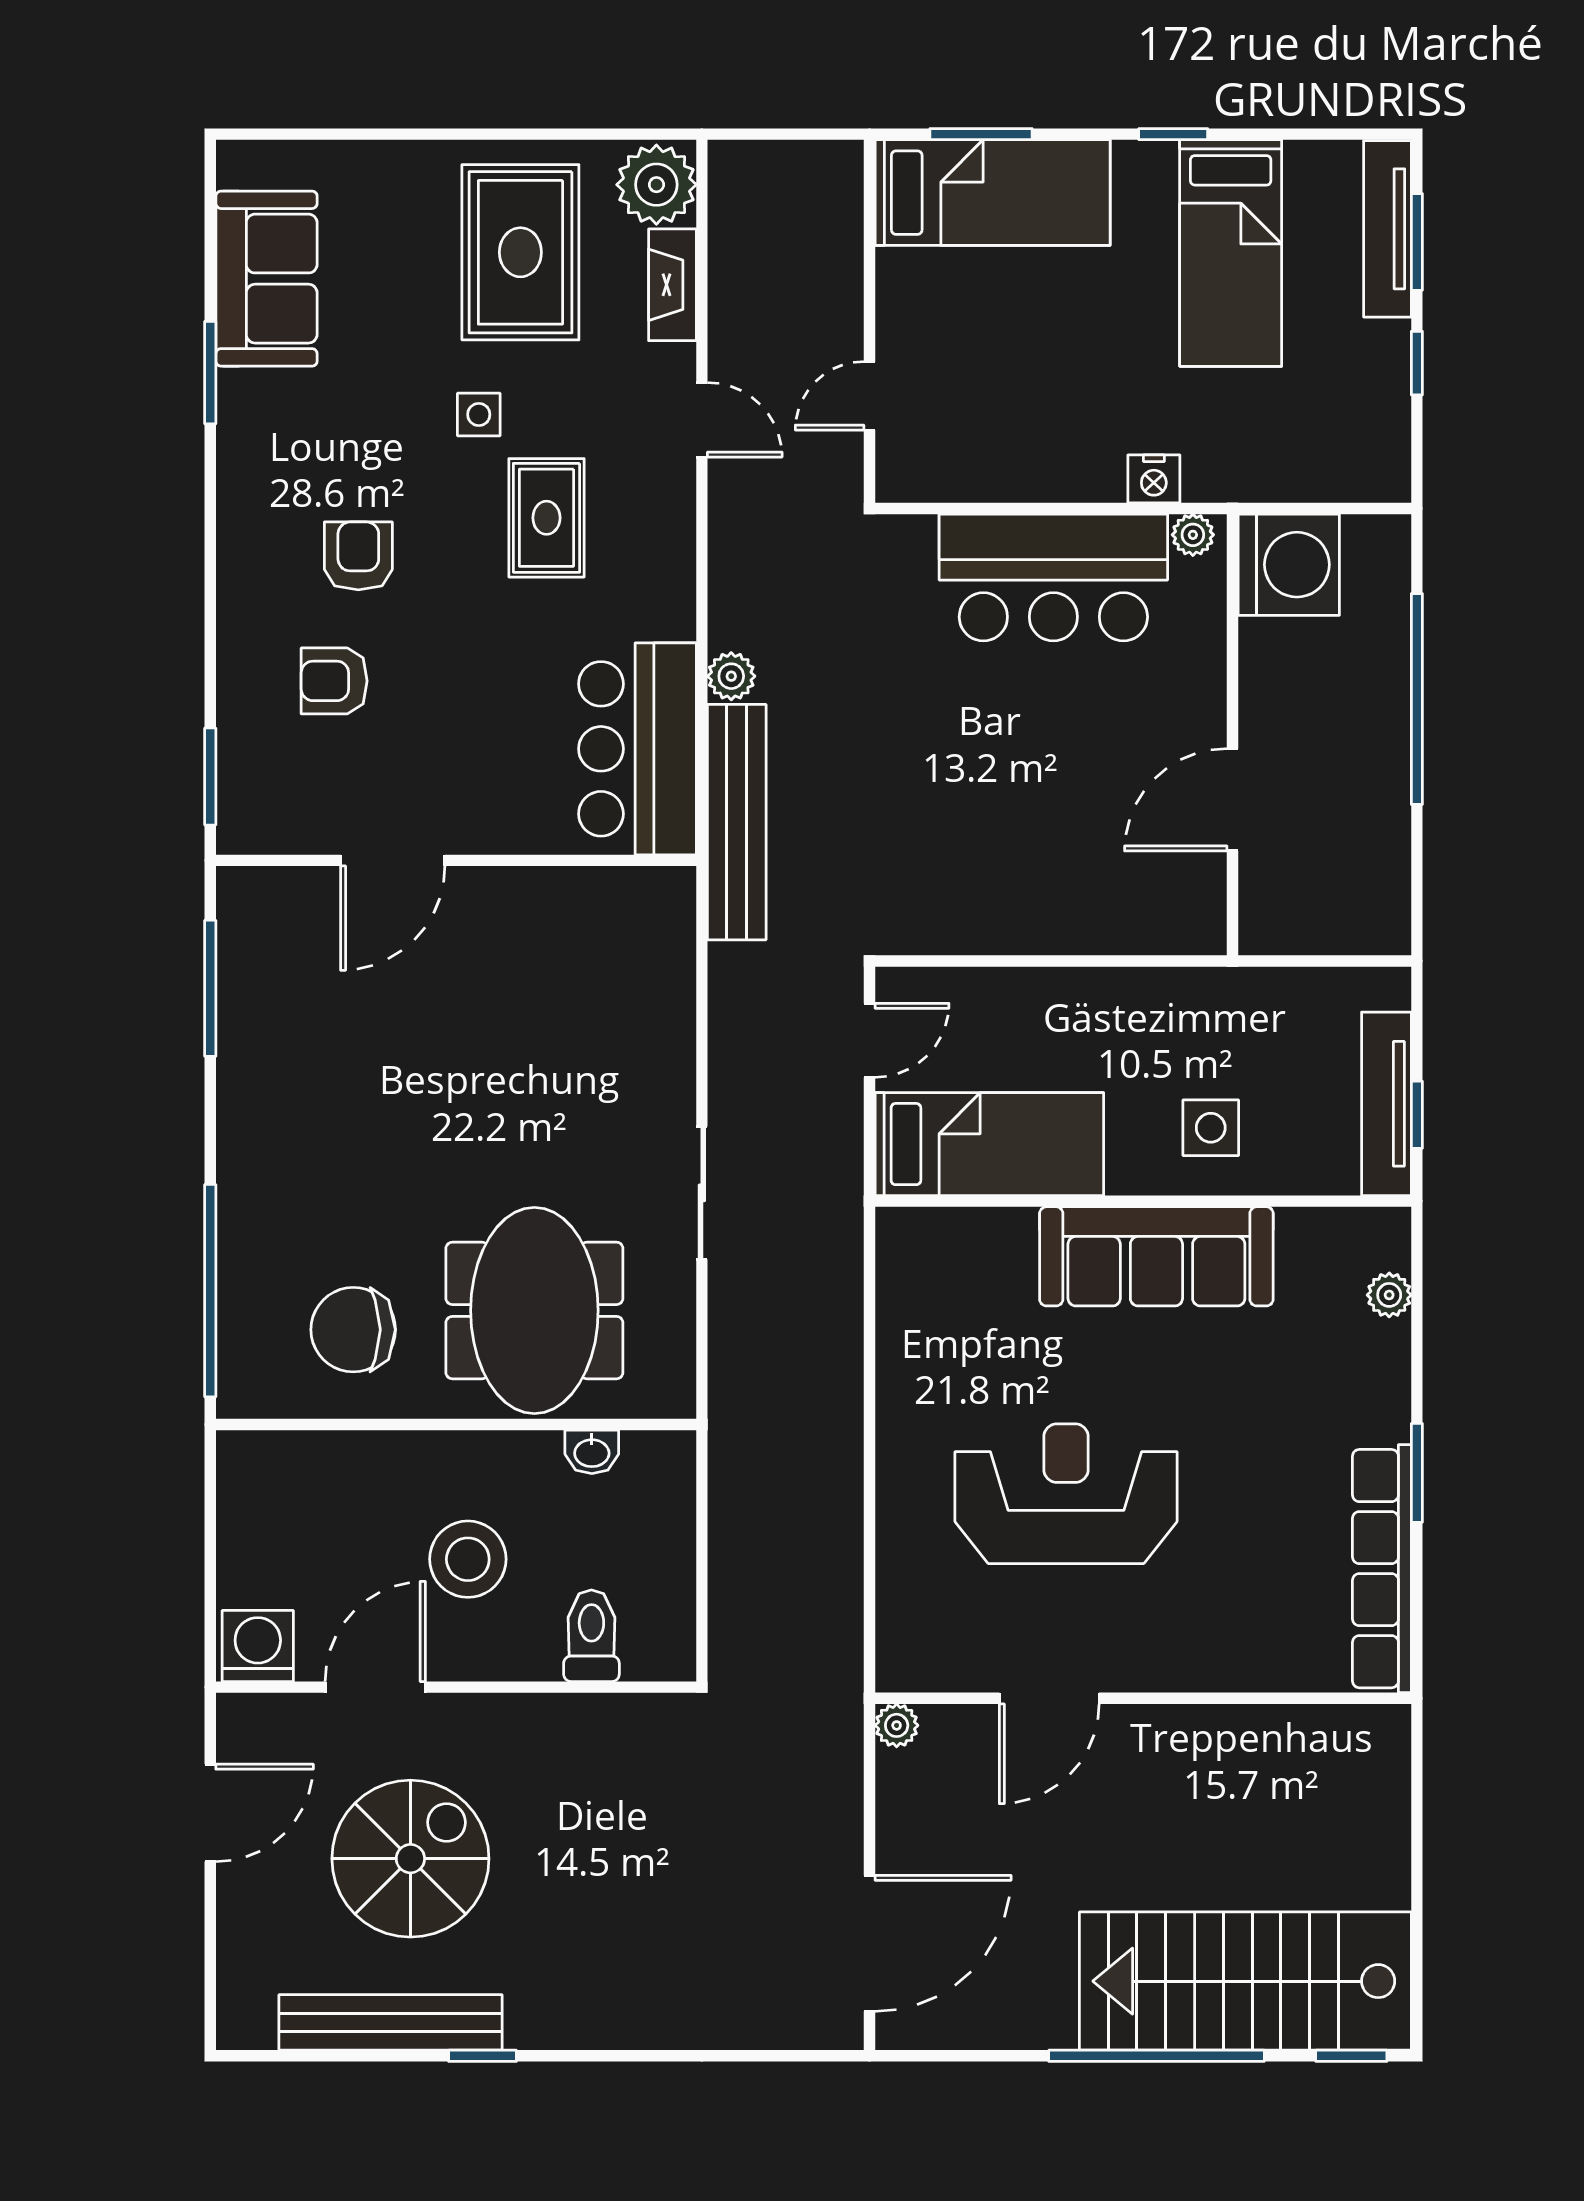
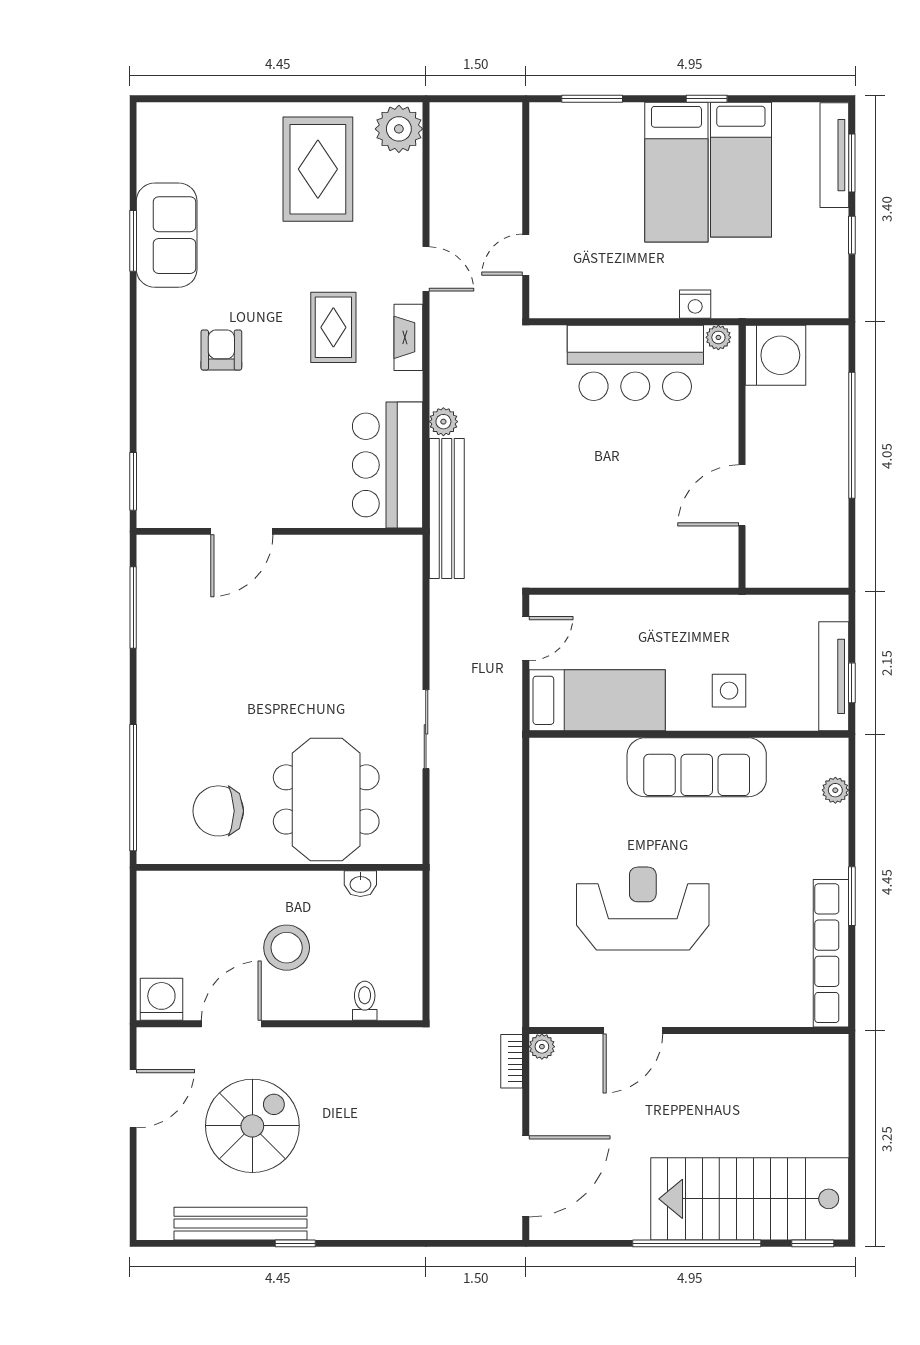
bed: (993, 193) -> (676, 172), moved, turned 90
sofa: (267, 279) -> (167, 235), moved
fireplace: (672, 285) -> (408, 337), moved
side table: (479, 414) -> (293, 266), removed
armchair: (334, 681) -> (207, 424), removed
toilet: (591, 1636) -> (365, 1001), width x0.73, depth x0.72
bookcase: (846, 1750) -> (512, 1061), added

